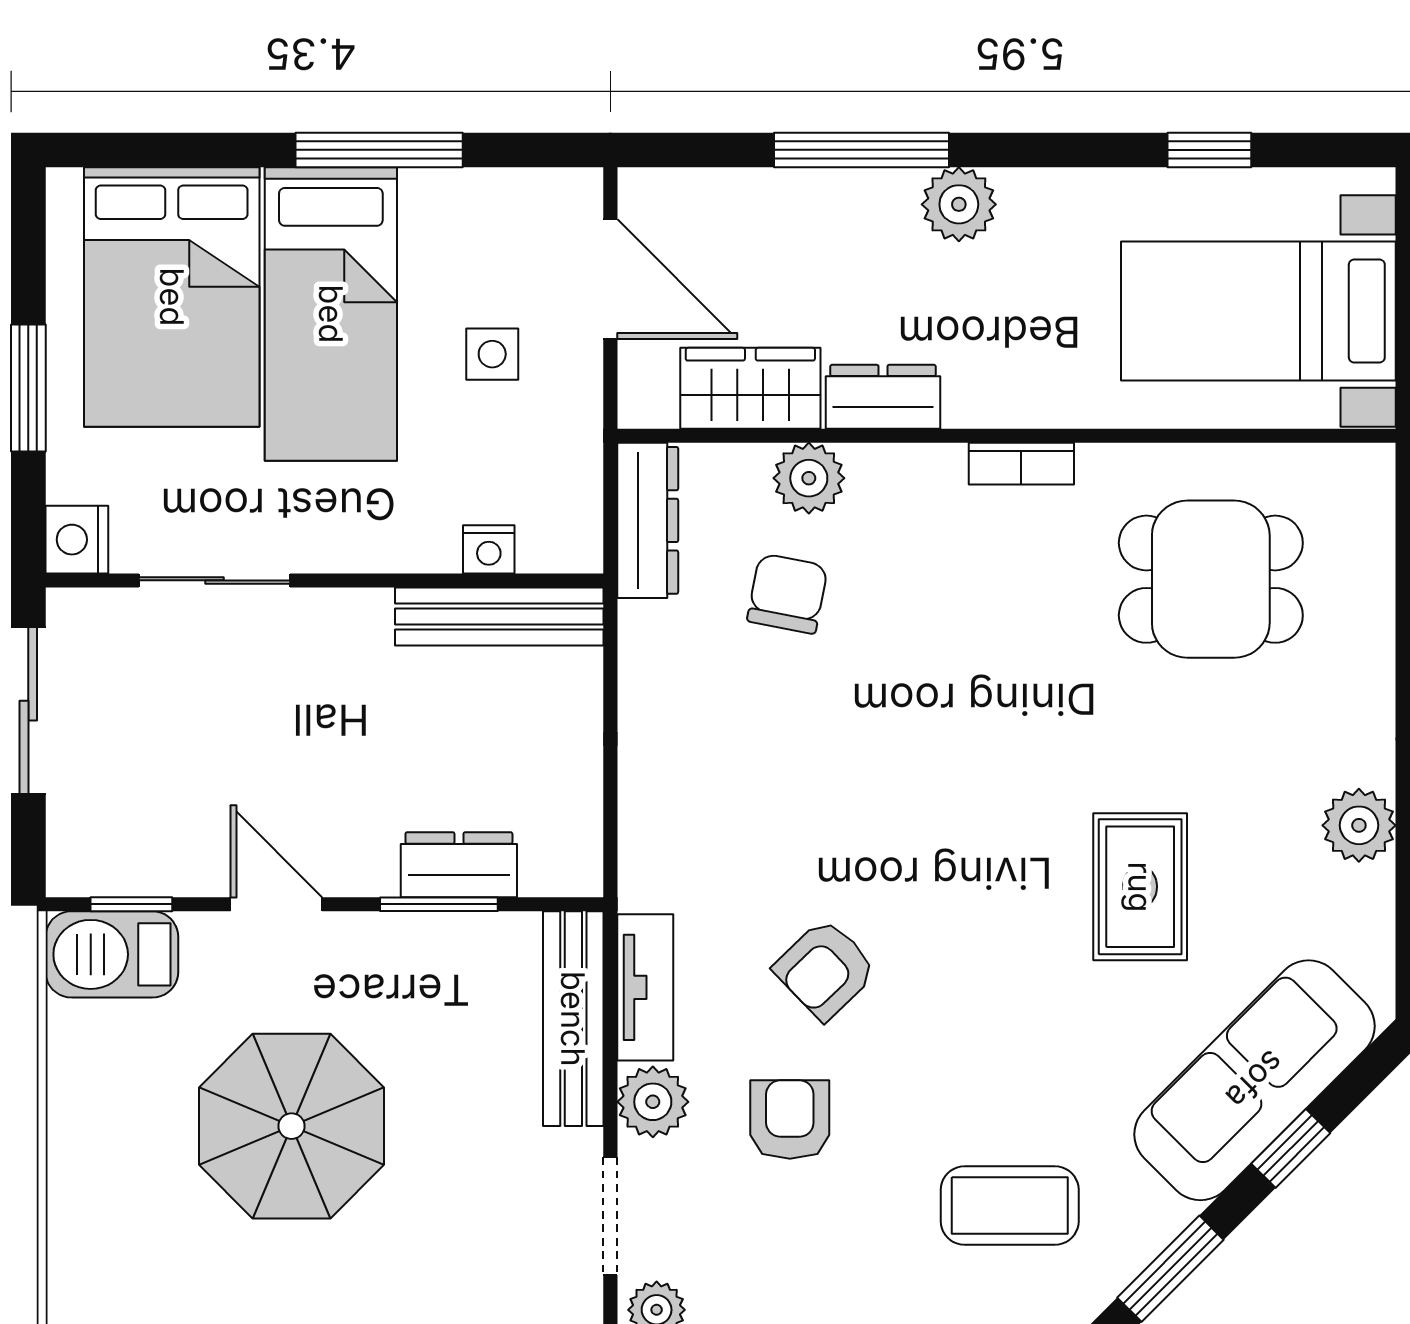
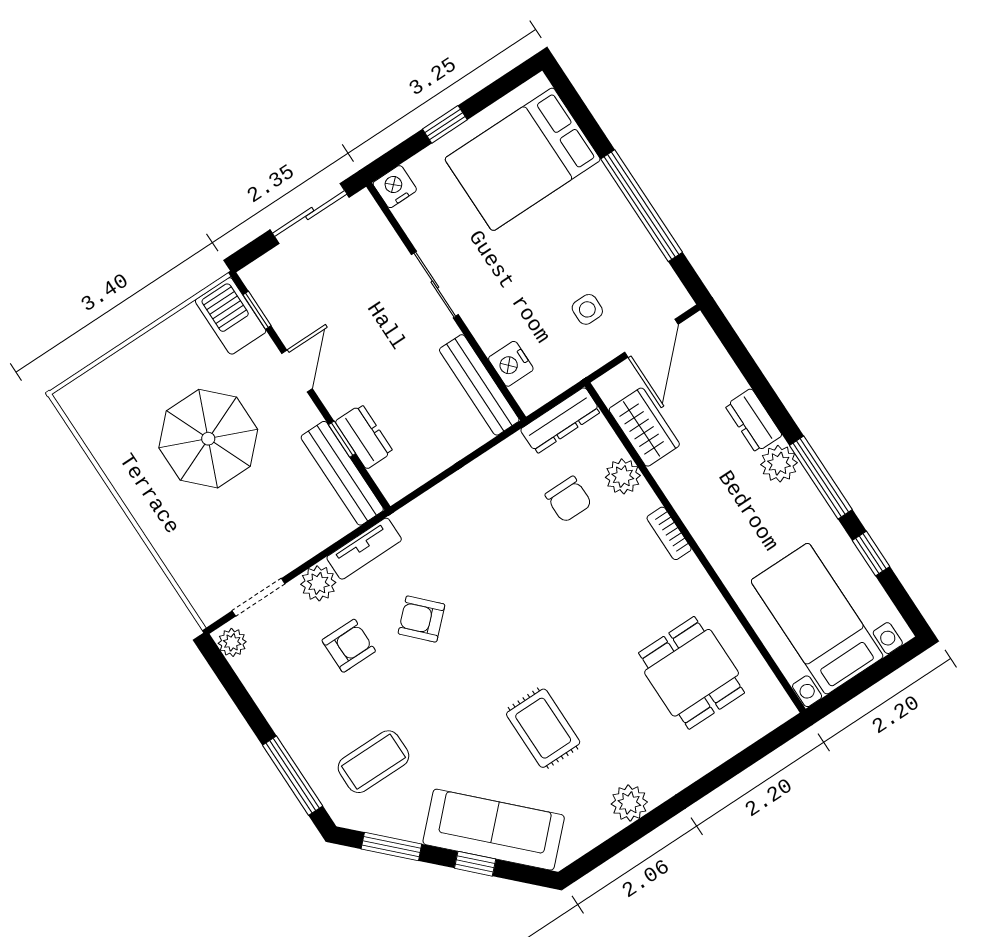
window: (379, 150) -> (642, 206), width x1.46
window: (862, 150) -> (821, 477), moved
bed: (331, 314) -> (560, 231), removed
window: (28, 388) -> (445, 124), width x0.67
dresser: (883, 397) -> (754, 420), moved, turned 180
bookcase: (1021, 464) -> (669, 533), moved
nightstand: (489, 549) -> (511, 364), width x1.39, depth x1.35
sliding door: (215, 580) -> (435, 285), moved
chair: (787, 594) -> (568, 499), turned 79
rug: (1140, 887) -> (543, 728), turned 90
window: (439, 904) -> (342, 439), width x0.67
bench: (573, 1019) -> (342, 473), moved, turned 90
coffee table: (1010, 1206) -> (373, 762), turned 90

